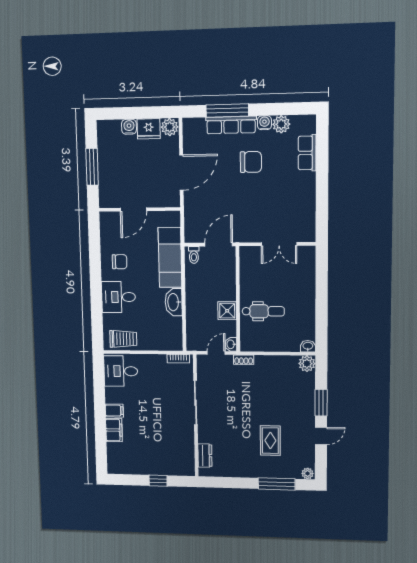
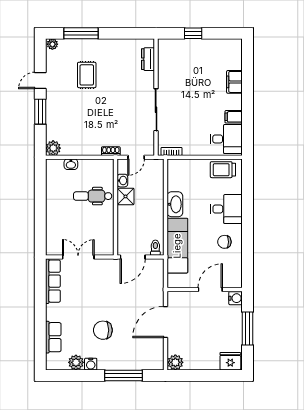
row of seats: (231, 125) -> (53, 281), moved, turned 90
water cooler: (129, 127) -> (235, 298), moved, turned -90
fridge: (149, 129) -> (230, 361), moved
washbasin: (231, 344) -> (122, 181), moved
washbasin: (308, 346) -> (71, 164), moved
filing cabinet: (114, 411) -> (234, 117), moved

